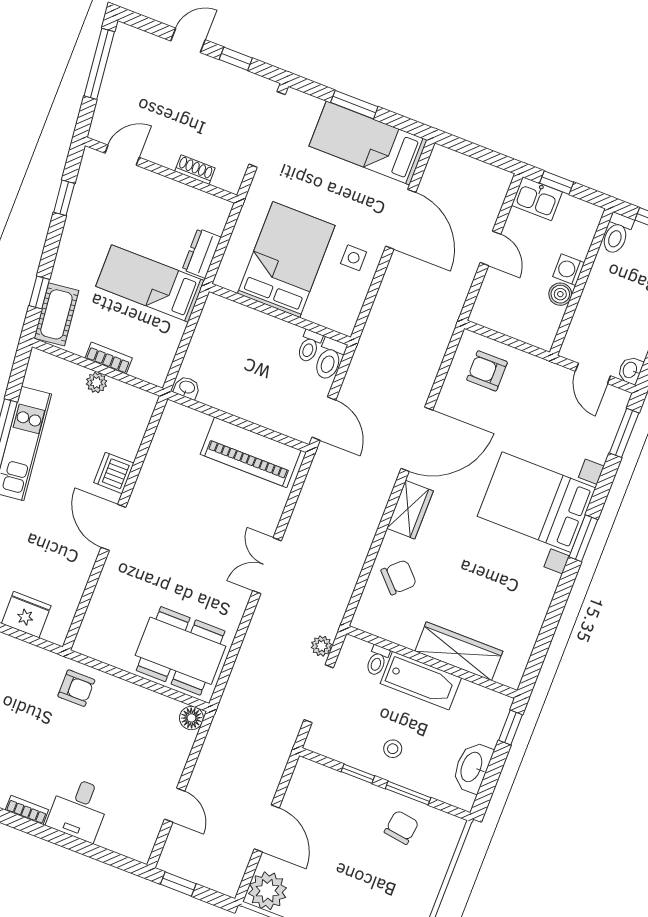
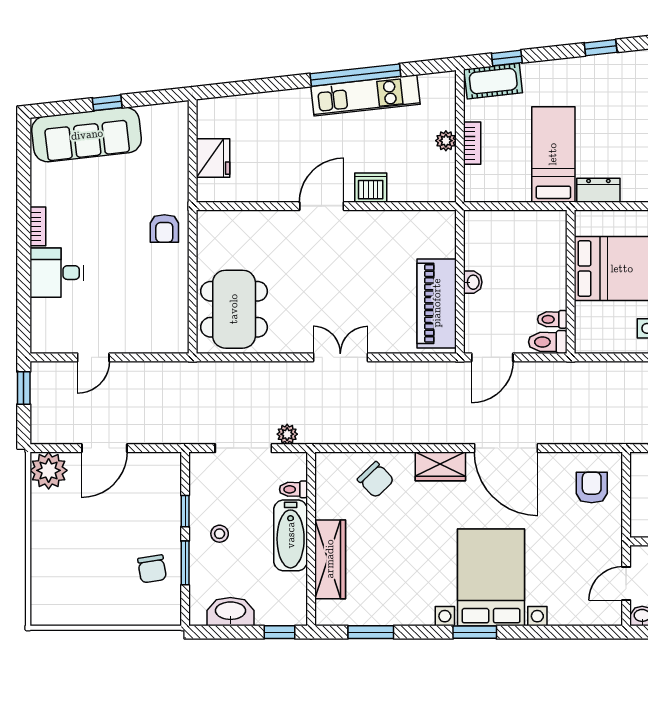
washbasin: (187, 388) -> (473, 282), moved
window: (624, 433) -> (371, 632), moved
floor lamp: (191, 718) -> (177, 342), removed
chair: (401, 827) -> (152, 569), turned 73

